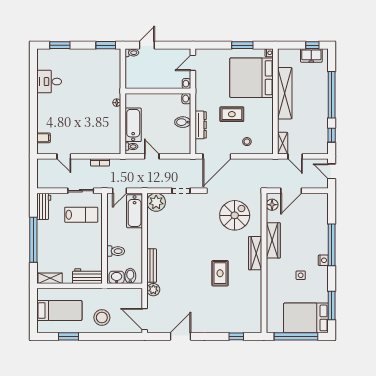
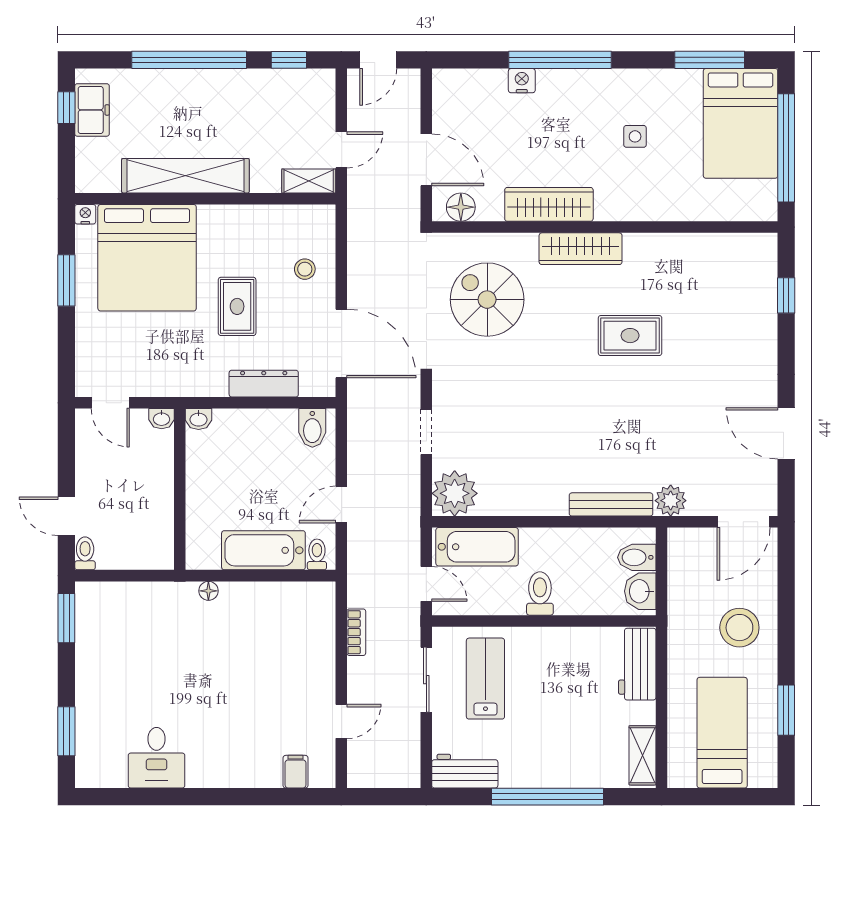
bidet: (183, 122) -> (312, 428), moved
toilet: (116, 251) -> (540, 594), moved
nightstand: (323, 260) -> (522, 81), moved

